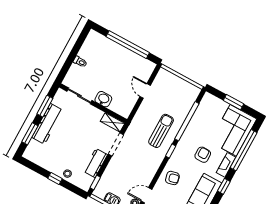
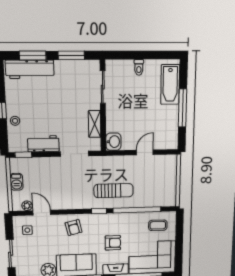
bathtub: (105, 45) -> (170, 84), added
window: (128, 45) -> (183, 108), width x0.68
washbasin: (103, 99) -> (113, 142), moved
window: (233, 102) -> (179, 242), removed
coffee table: (209, 112) -> (158, 225), added
shelving: (113, 122) -> (95, 124), moved
workbench: (47, 124) -> (30, 69), moved

